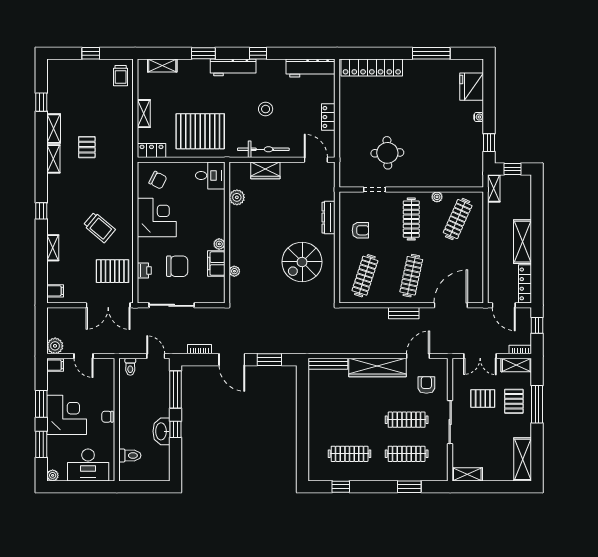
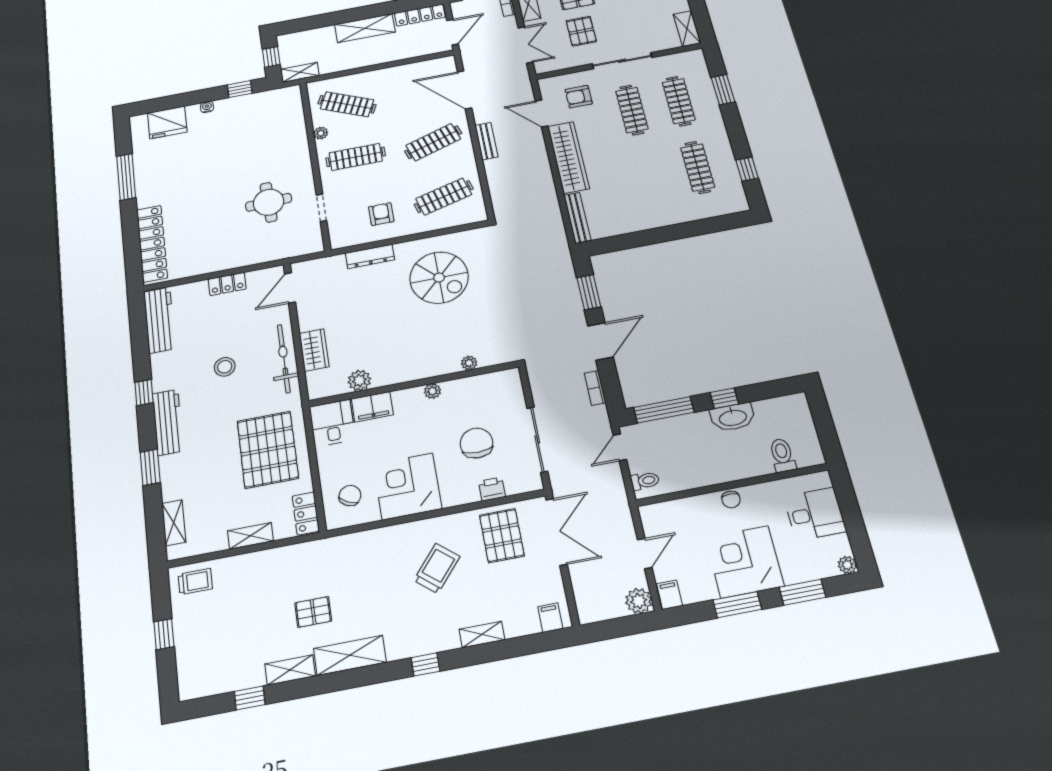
shelving: (53, 159) -> (350, 655), width x1.50, depth x1.33
filing cabinet: (216, 264) -> (372, 407), moved
clothes rail: (365, 276) -> (444, 197), turned -33
clothes rail: (411, 276) -> (433, 142), turned -30
desk: (88, 465) -> (815, 514), width x0.73

